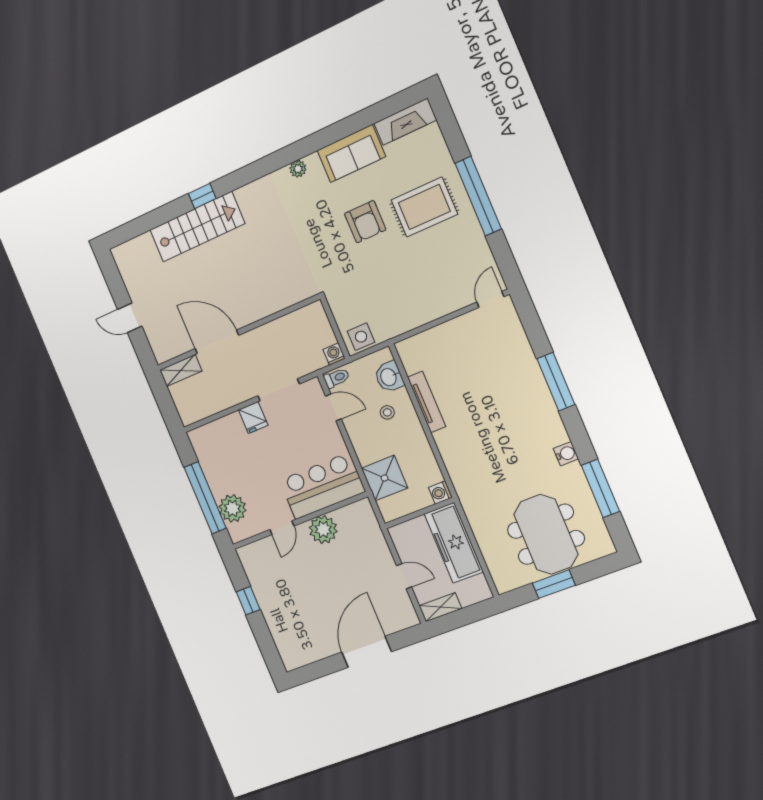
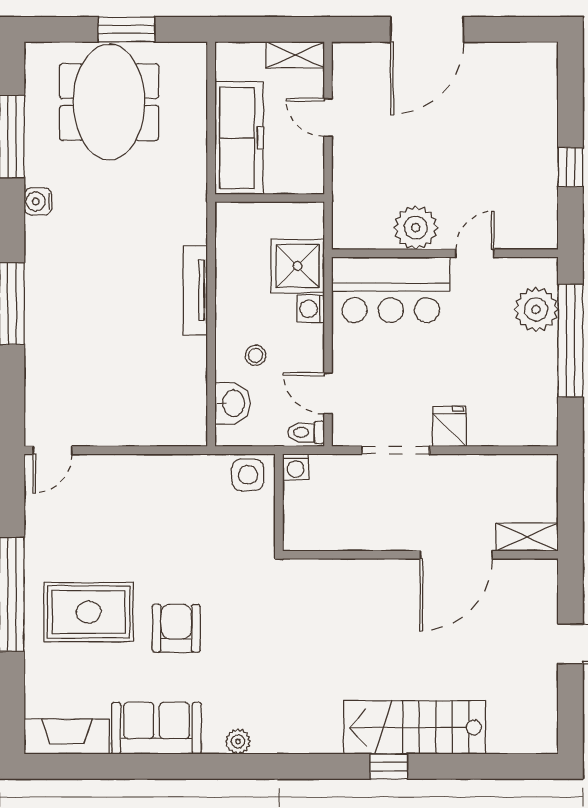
door: (217, 342) -> (456, 555), hinge flipped
tv unit: (427, 402) -> (195, 291), moved
washing machine: (440, 493) -> (311, 309), moved, turned 180

